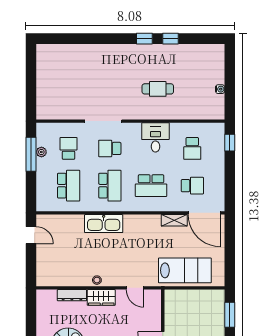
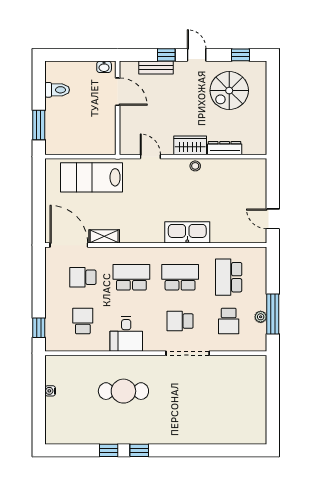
cafe table: (158, 89) -> (123, 391), width x1.37, depth x1.35
school desk: (110, 148) -> (180, 321), turned 180
school desk: (110, 186) -> (180, 277), turned 90

